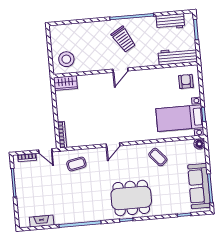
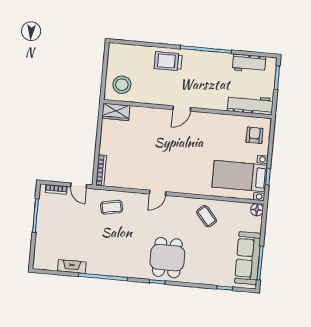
trolley: (124, 39) -> (168, 61), moved, turned 121
dining table: (131, 198) -> (167, 258), width x0.73
fireplace: (42, 221) -> (72, 267), moved

